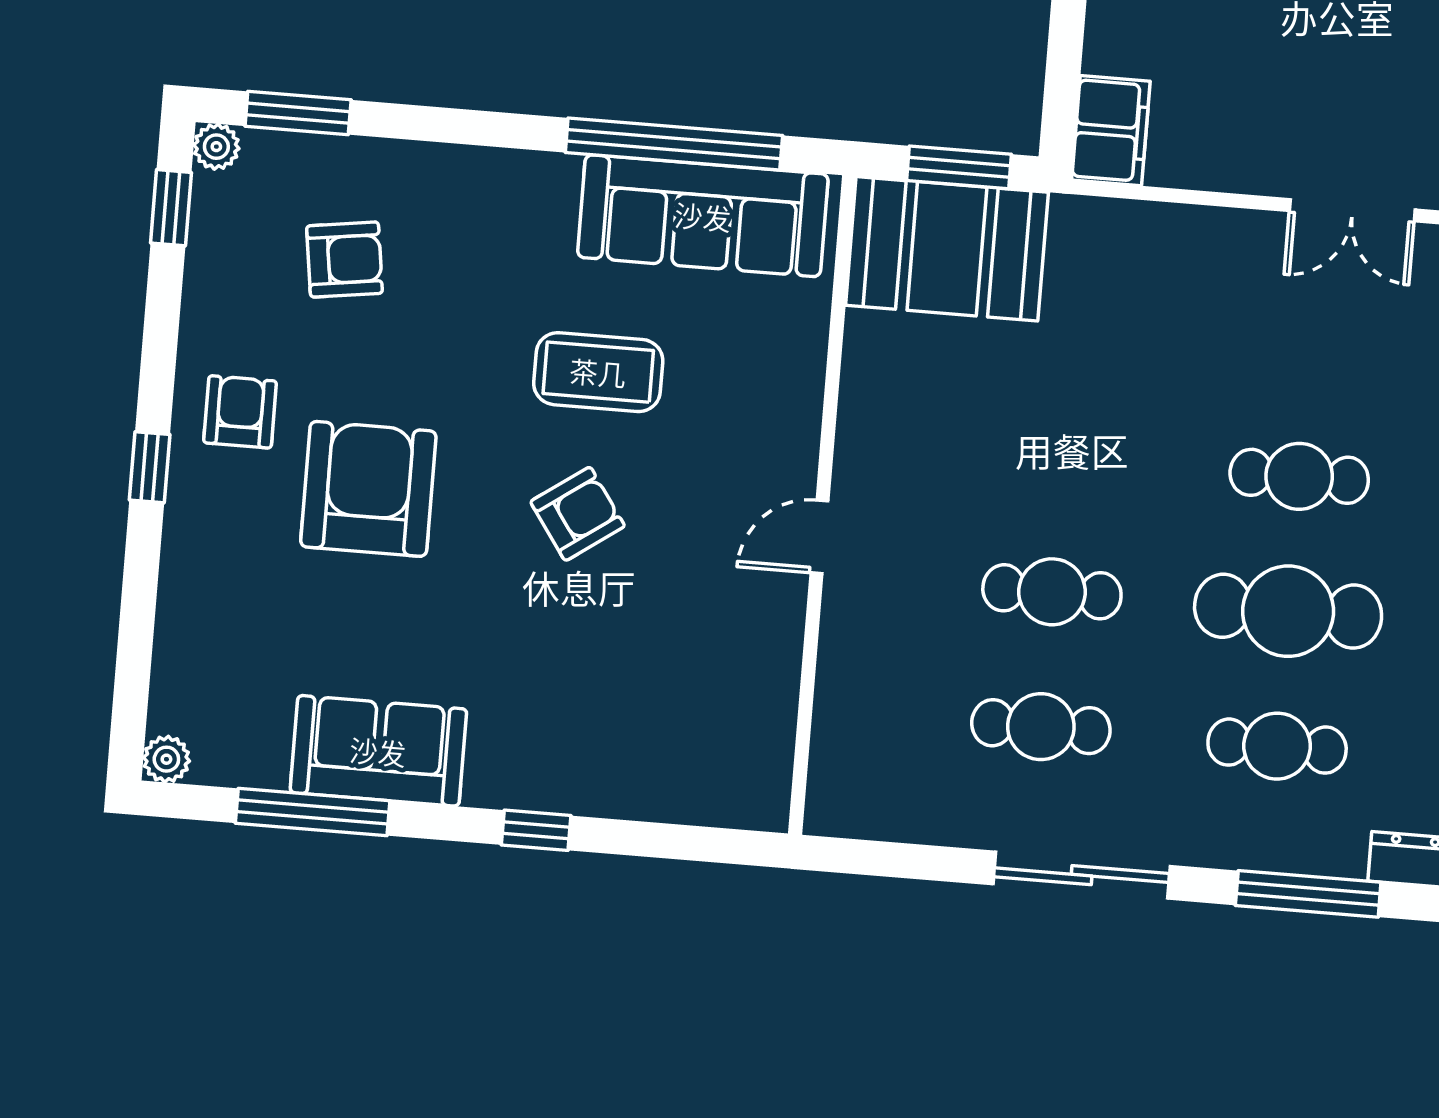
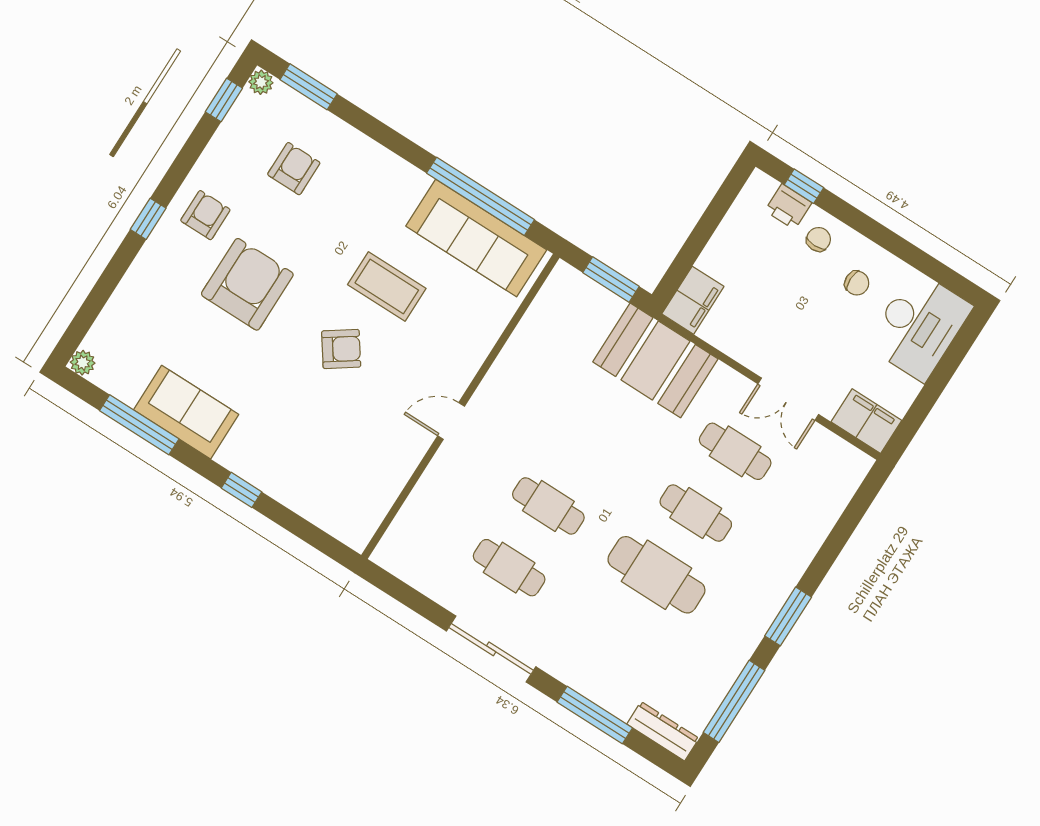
booth: (947, 249) -> (655, 360), moved
armchair: (344, 260) -> (294, 169), turned -82
cafe table: (1277, 746) -> (735, 451), moved

